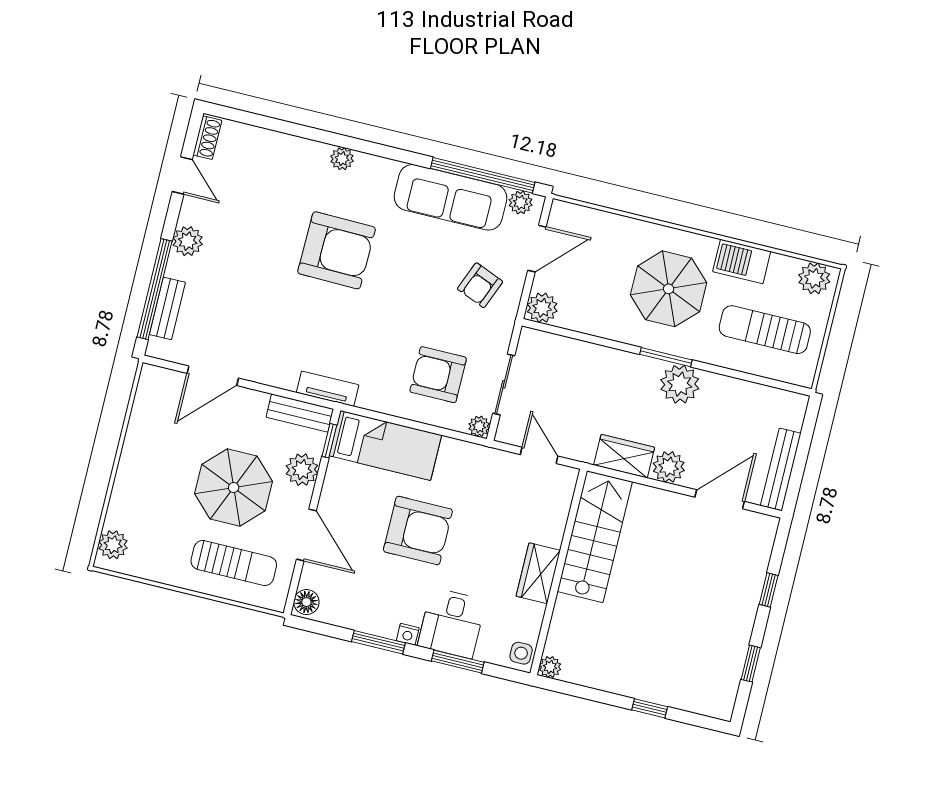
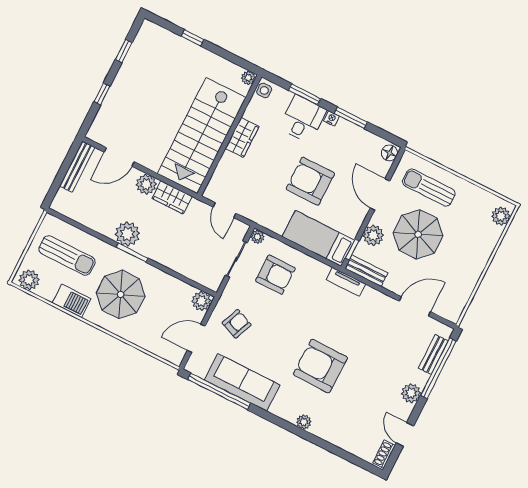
plant: (521, 202) -> (200, 369), removed
stairs: (595, 537) -> (202, 136), width x1.36, depth x1.51

